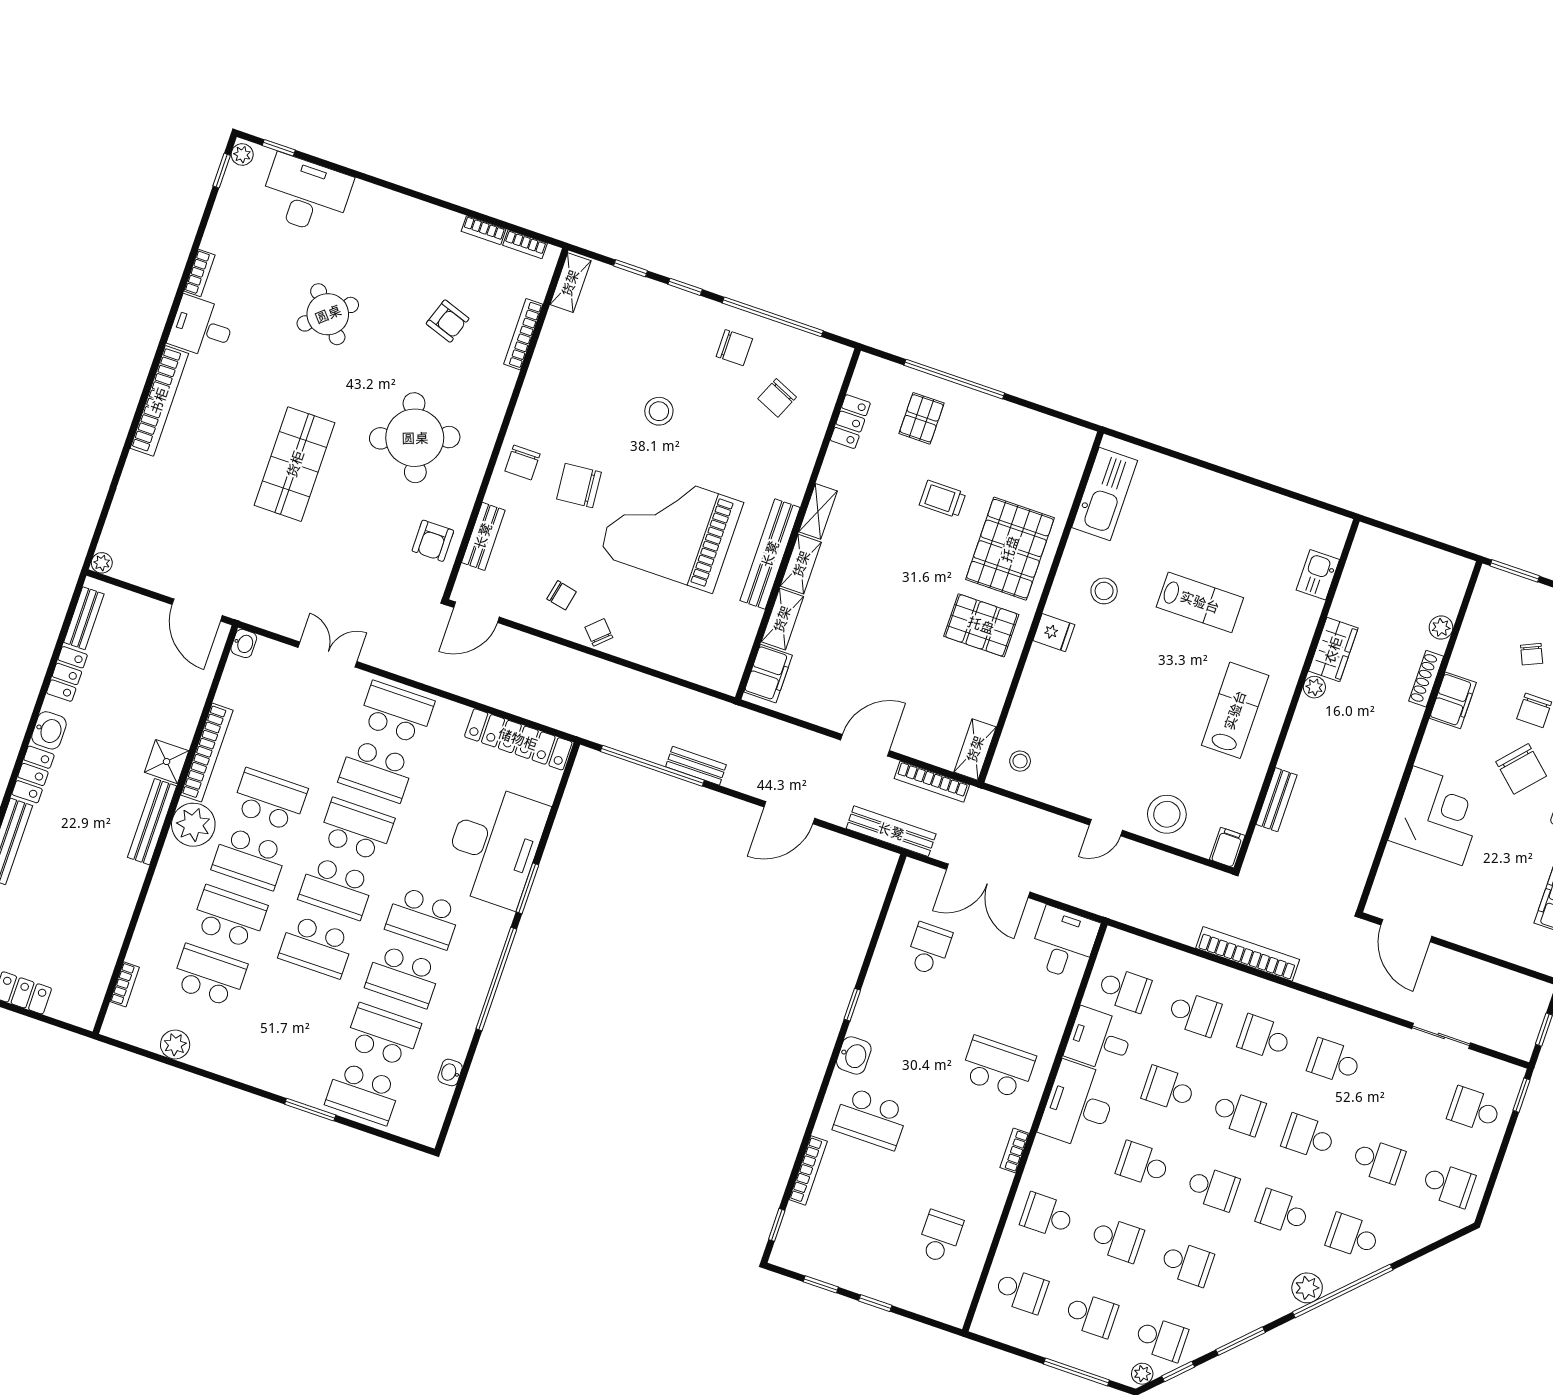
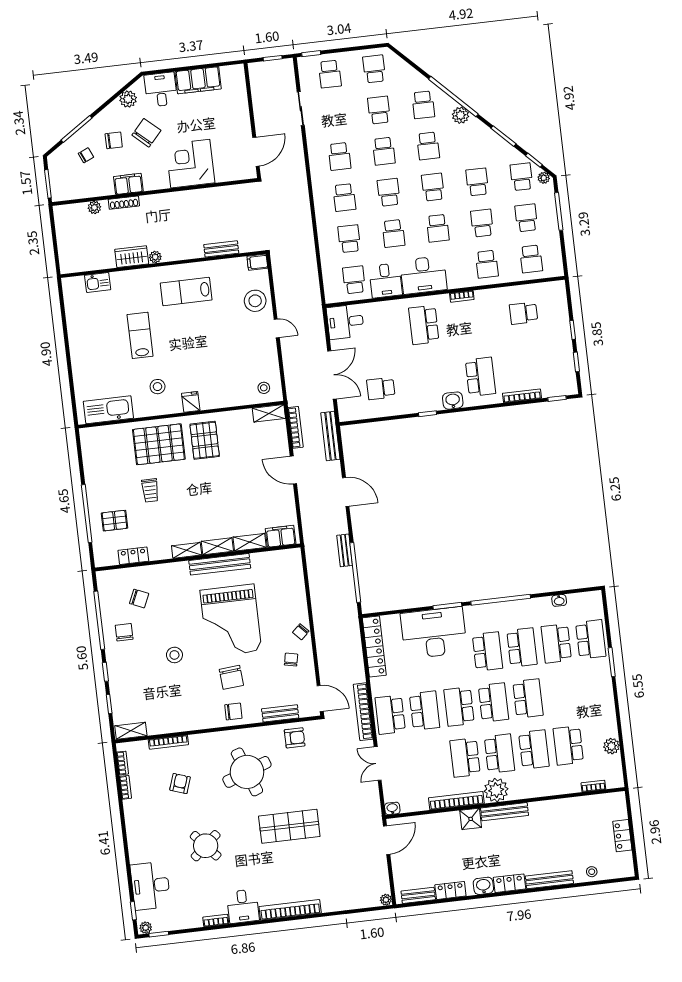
school desk: (229, 917) -> (534, 749), turned 180
bookcase: (1248, 954) -> (363, 712), moved
school desk: (1021, 1291) -> (531, 259), turned 180

